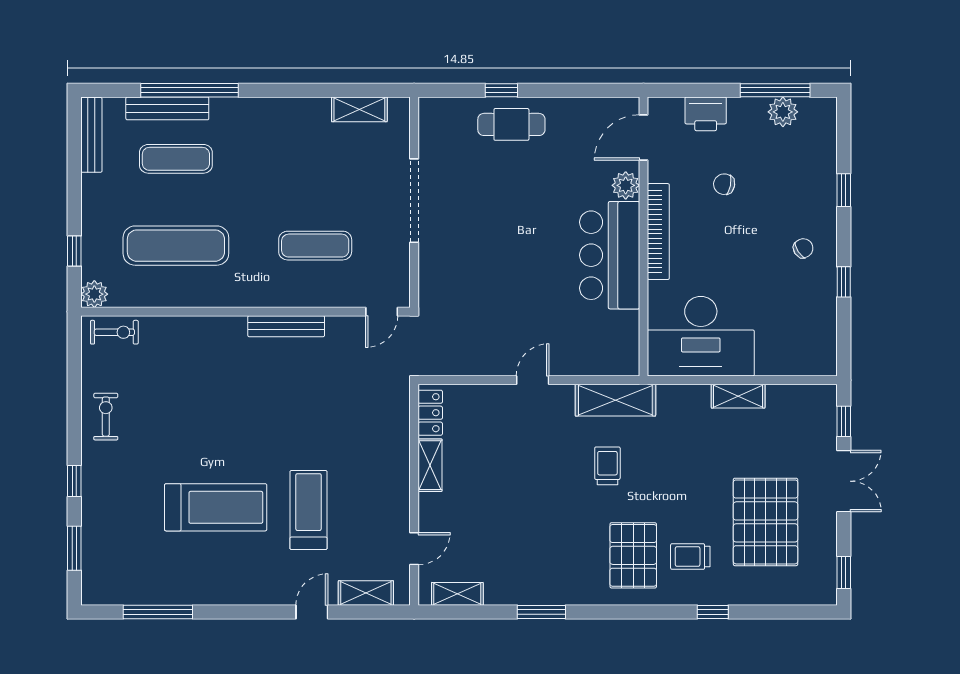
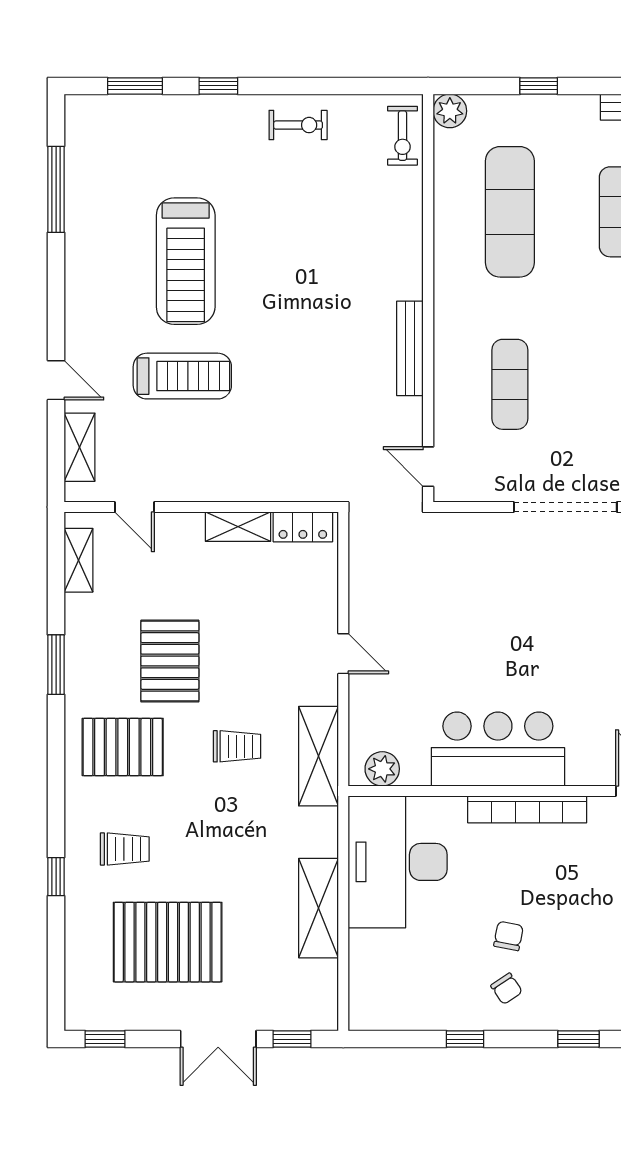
chair: (724, 184) -> (508, 936), moved
plant: (626, 185) -> (382, 769), moved
window: (74, 251) -> (539, 86), moved
shelving: (738, 396) -> (318, 908), width x1.50, depth x1.33
pallet: (539, 520) -> (170, 661), added
pallet: (633, 555) -> (123, 747), moved
trolley: (690, 557) -> (125, 849), turned 90

